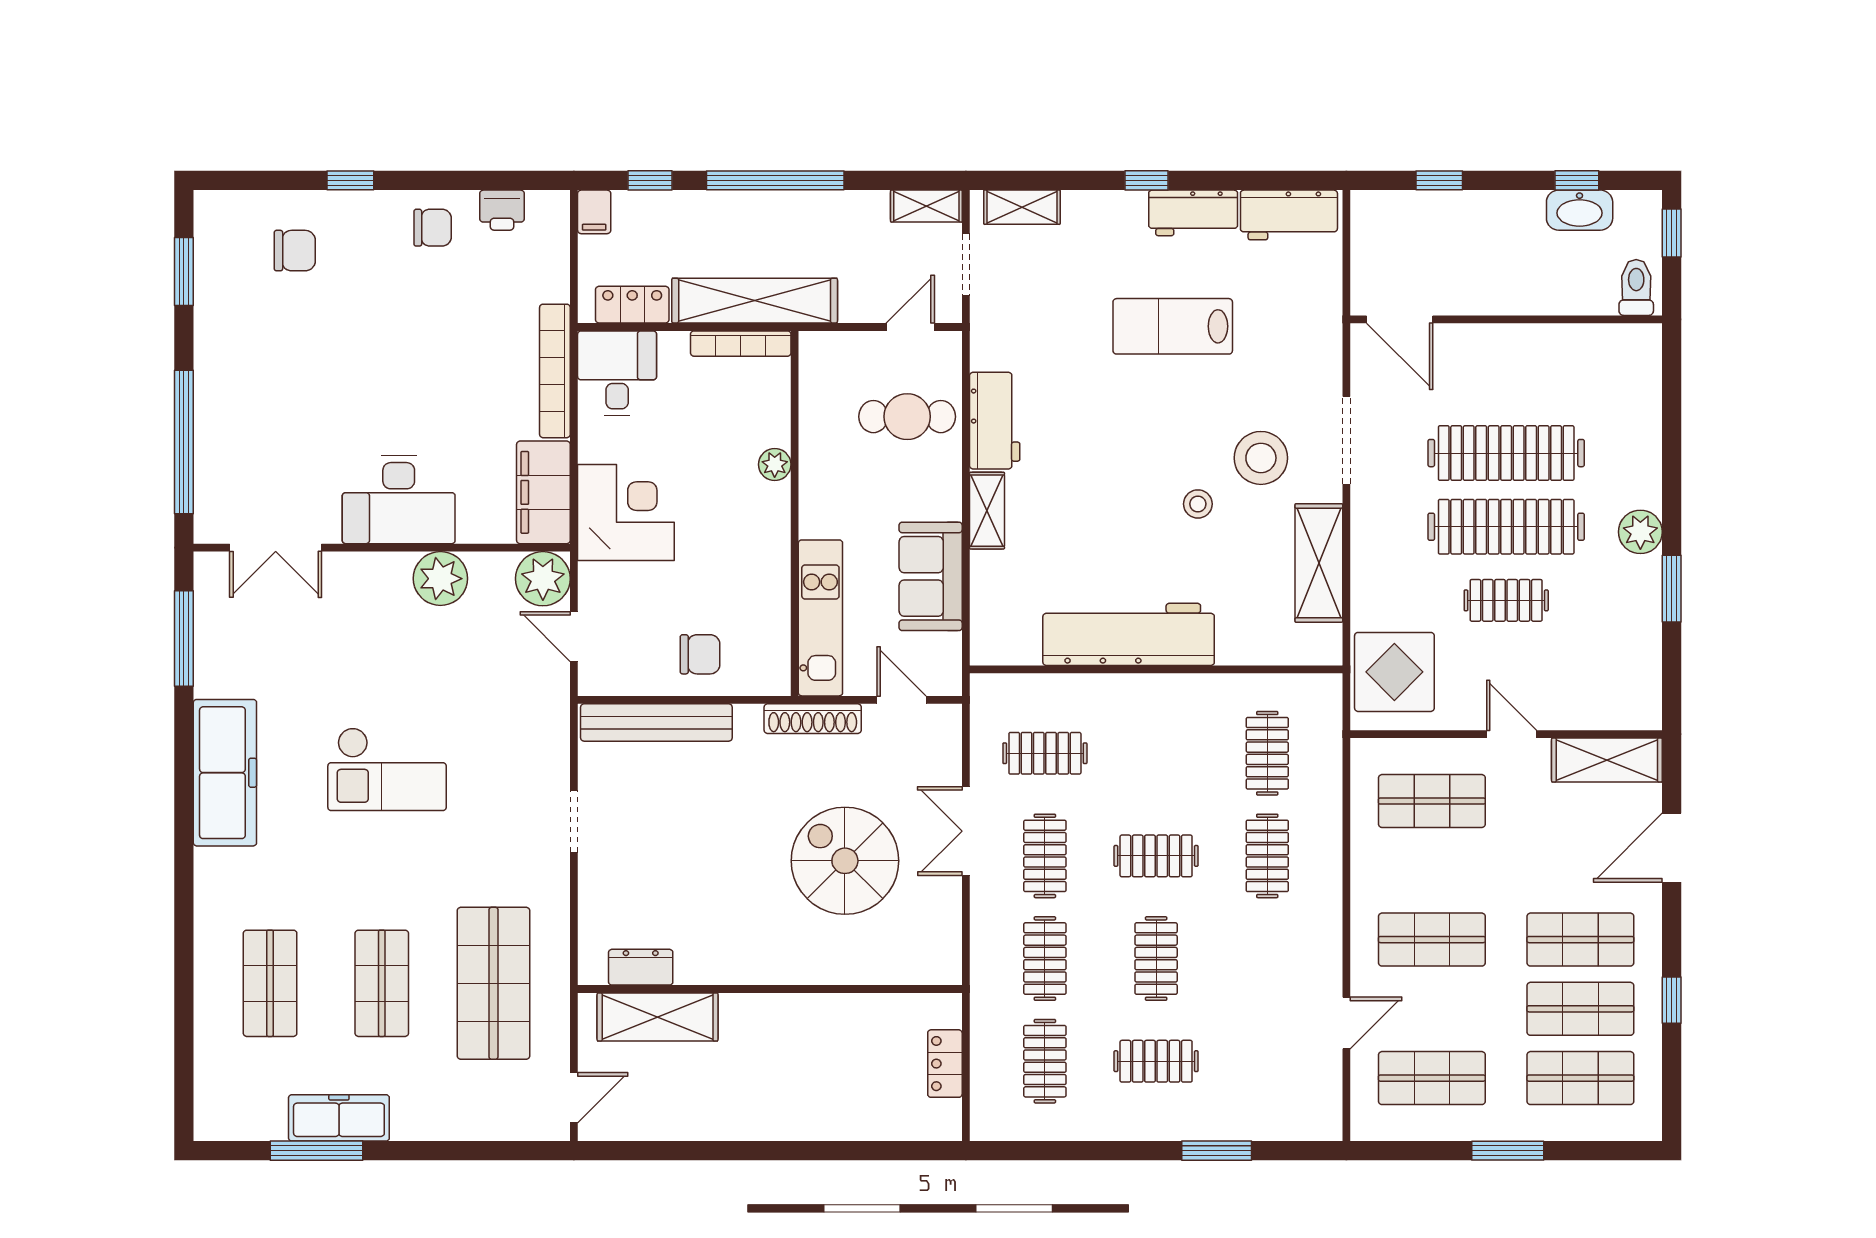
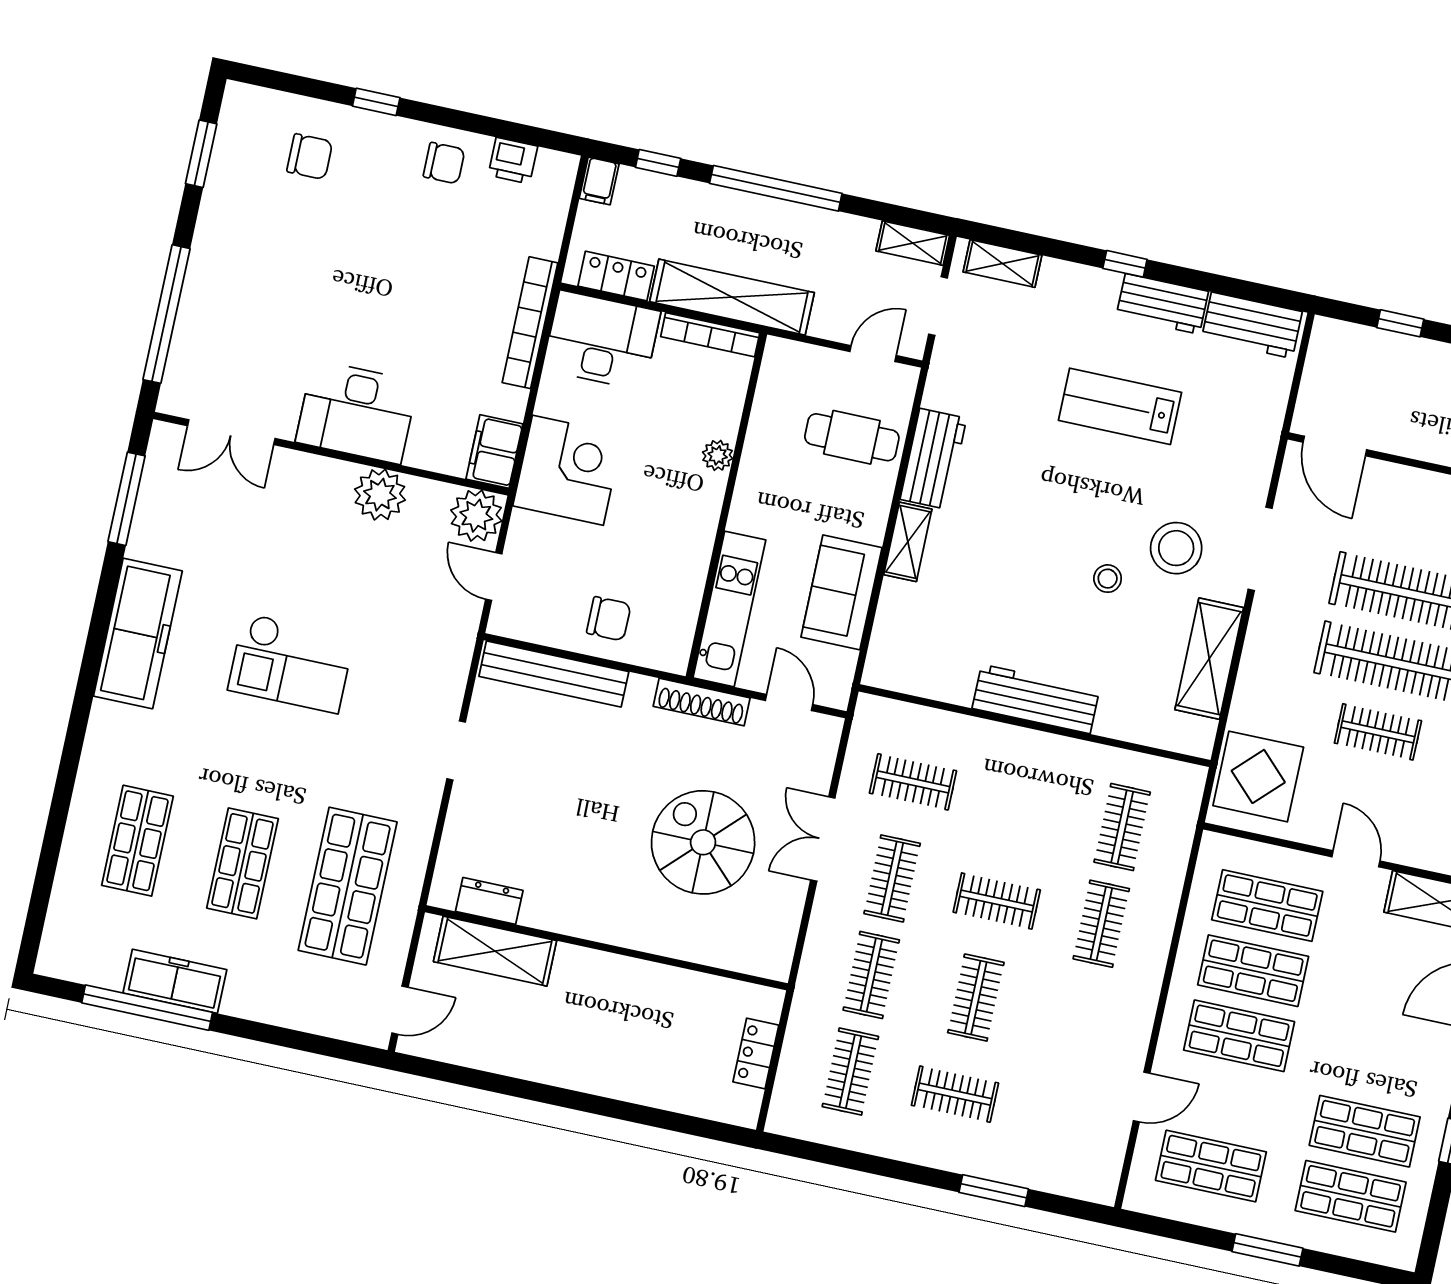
desk: (617, 373) -> (602, 340), width x1.37
filing cabinet: (543, 492) -> (494, 451), width x0.67, depth x0.86
workbench: (1129, 634) -> (1036, 699), width x0.73, depth x0.76
shop shelf: (1580, 940) -> (1253, 971), moved
window: (317, 1151) -> (147, 1008), width x1.46

